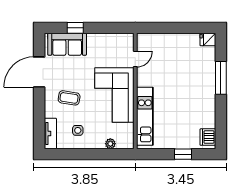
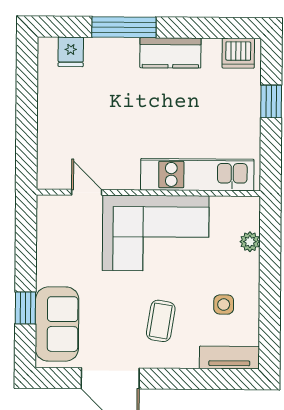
fridge: (208, 40) -> (71, 52), moved
kitchen counter: (208, 102) -> (170, 53), added

